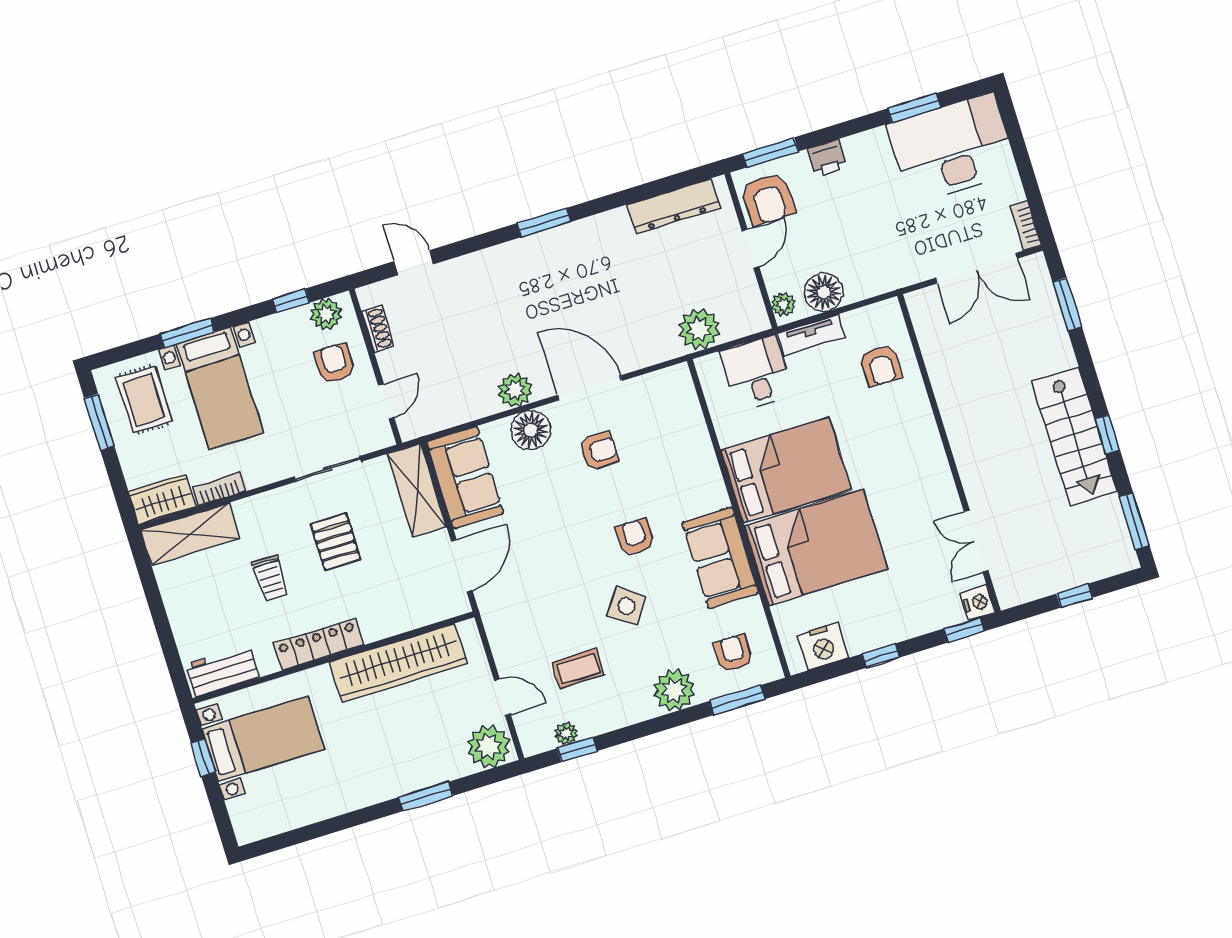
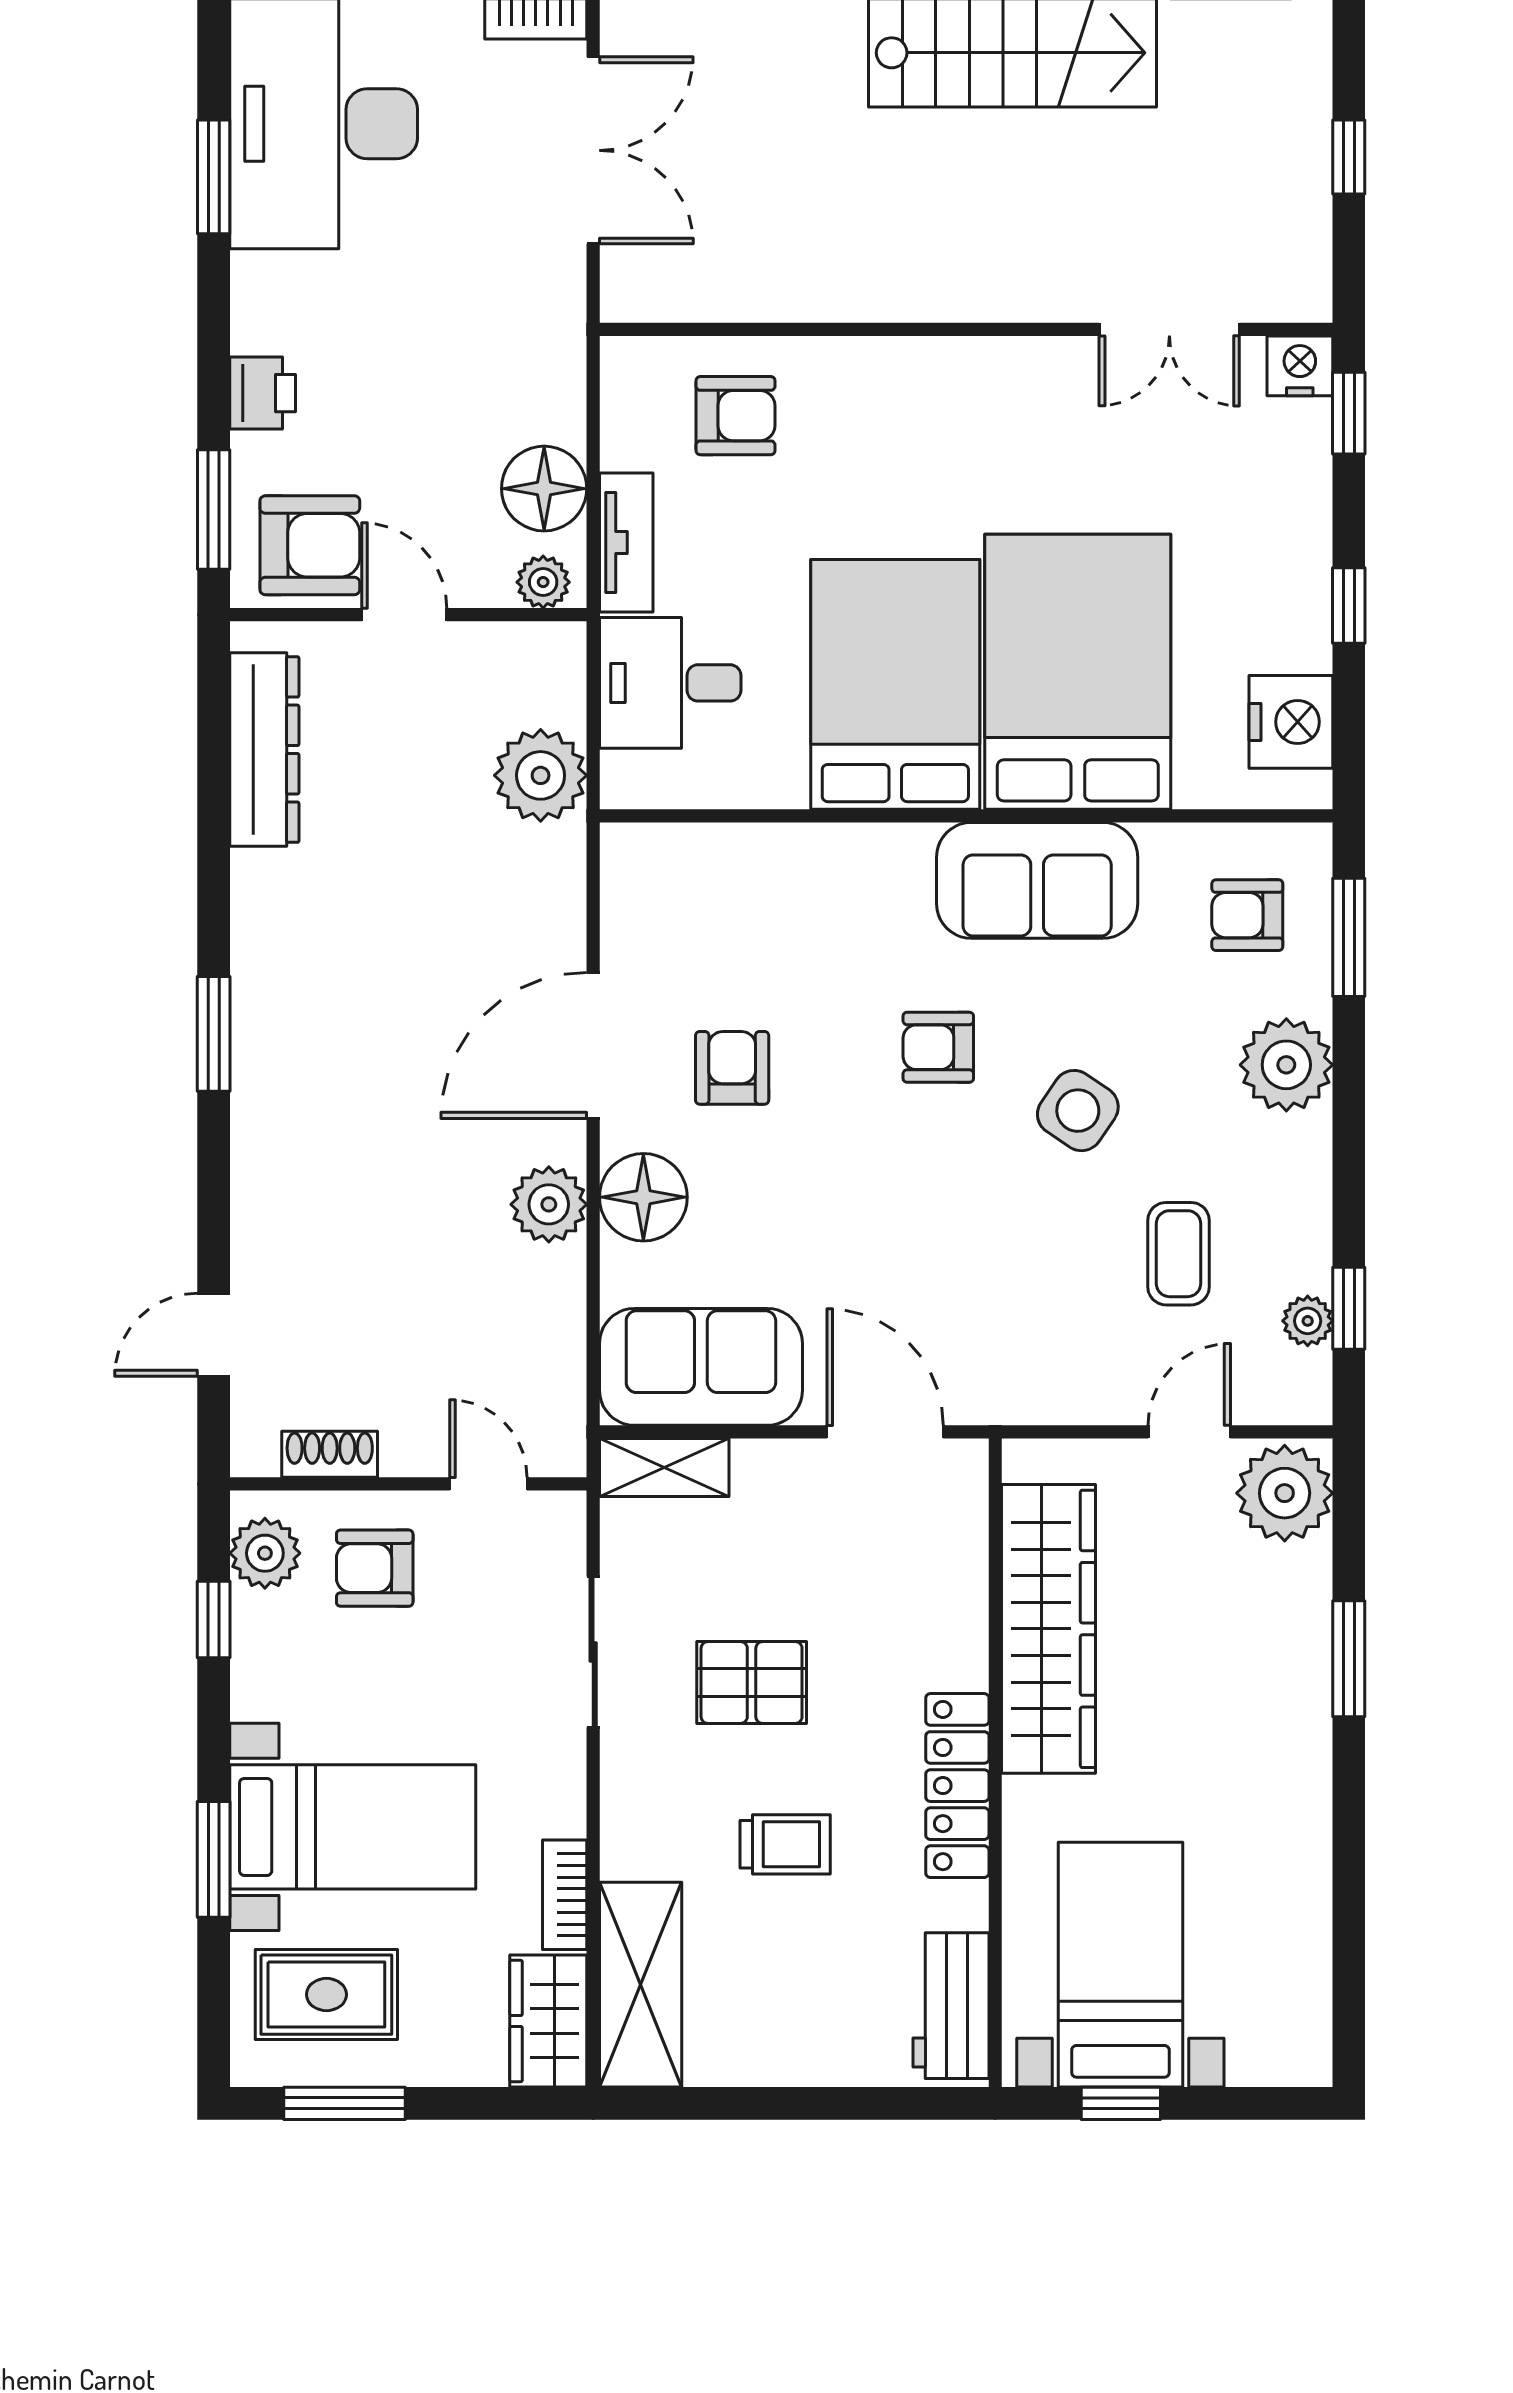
shelving: (417, 490) -> (664, 1468), width x0.67, depth x0.75

